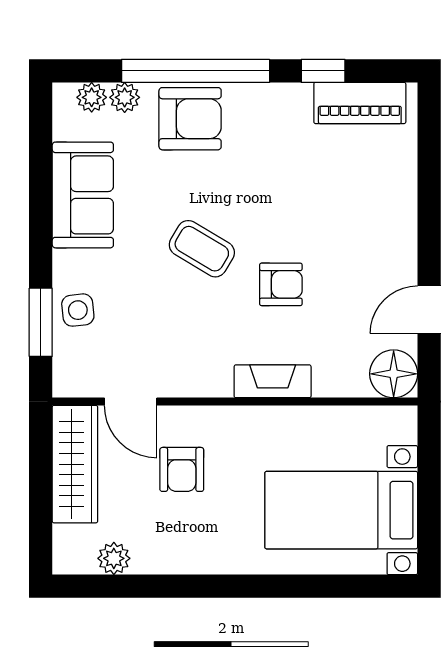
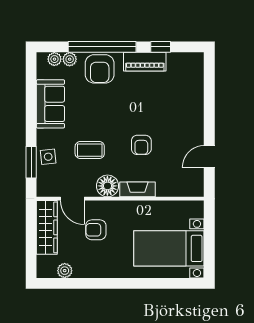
piano: (360, 103) -> (145, 62), moved
armchair: (190, 119) -> (100, 69), turned 90
coffee table: (202, 249) -> (90, 150), moved, turned -31
armchair: (281, 284) -> (141, 145), turned 90
floor lamp: (394, 374) -> (107, 186), moved
armchair: (182, 469) -> (96, 230), turned 90

